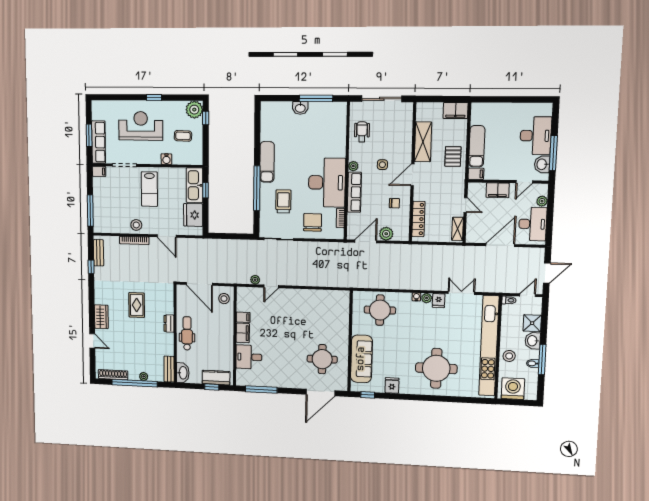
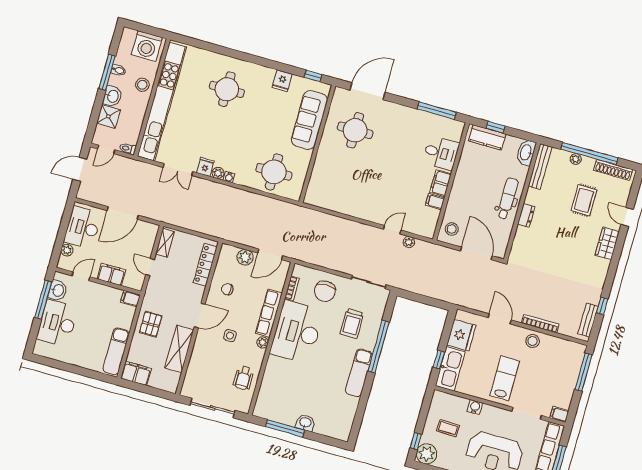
exam couch: (477, 146) -> (116, 351), moved
rug: (137, 305) -> (584, 200), moved
dental chair: (187, 333) -> (508, 198), turned 180
round table: (436, 368) -> (227, 89), width x0.73, depth x0.73
bench: (169, 369) -> (540, 166), width x1.36

